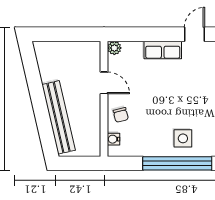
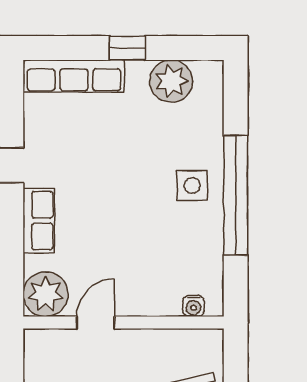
plant: (114, 48) -> (46, 294), width x1.88, depth x1.88
chair: (121, 115) -> (151, 294), removed

